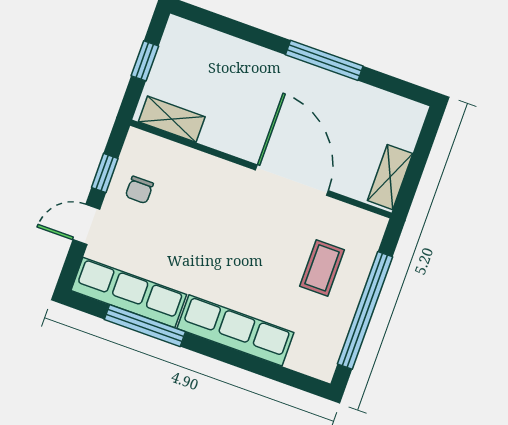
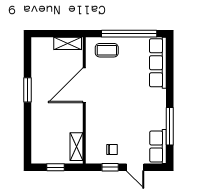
window: (324, 60) -> (28, 90), width x0.69
coffee table: (322, 268) -> (107, 50), moved
row of seats: (129, 292) -> (158, 147), width x0.68
row of seats: (235, 330) -> (158, 63), moved

